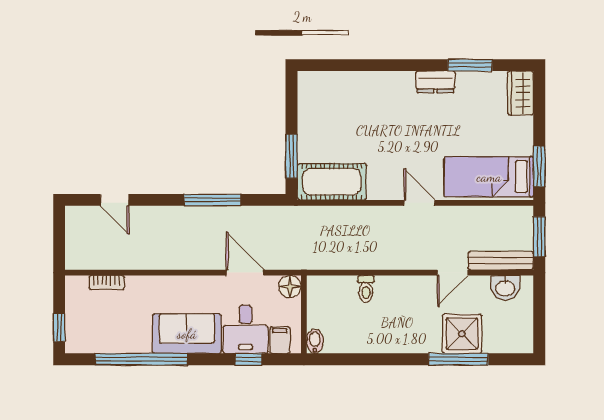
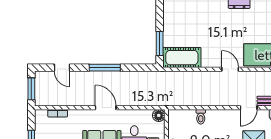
window: (212, 200) -> (105, 68), moved
window: (59, 239) -> (31, 89), added
door: (245, 273) -> (106, 108), moved

